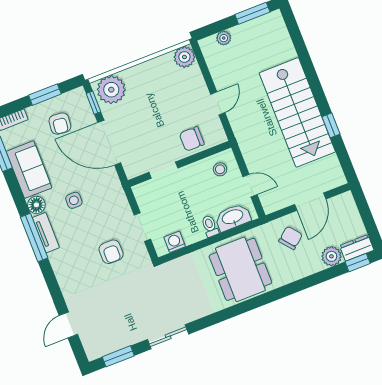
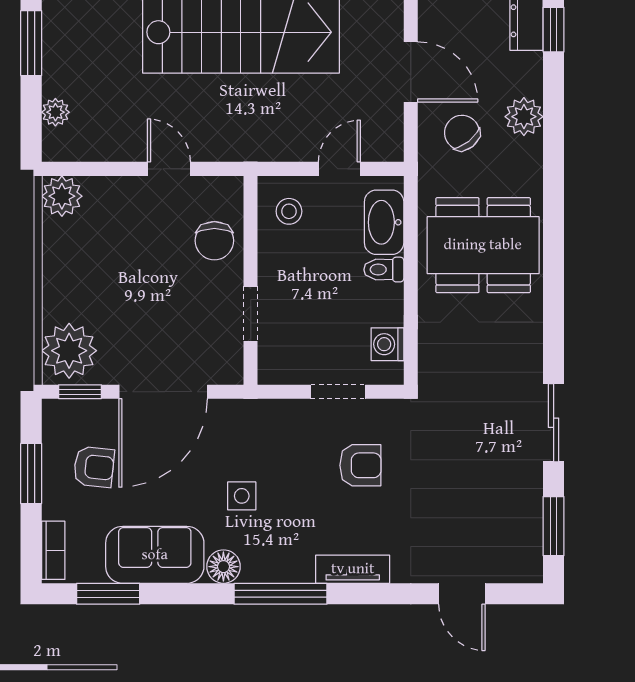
tv unit: (46, 233) -> (353, 569), moved
plant: (331, 256) -> (524, 117), moved

